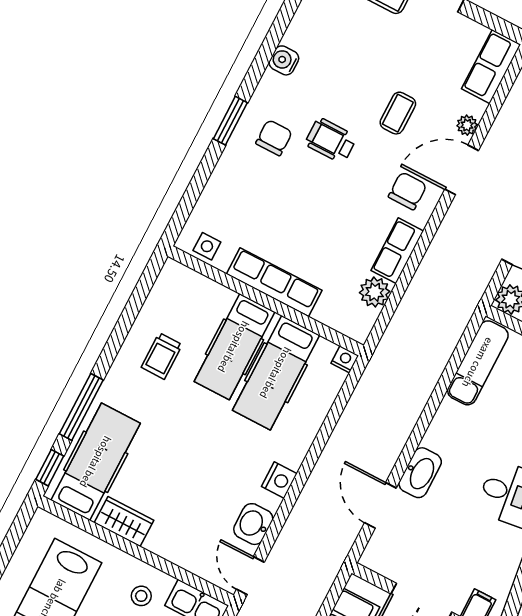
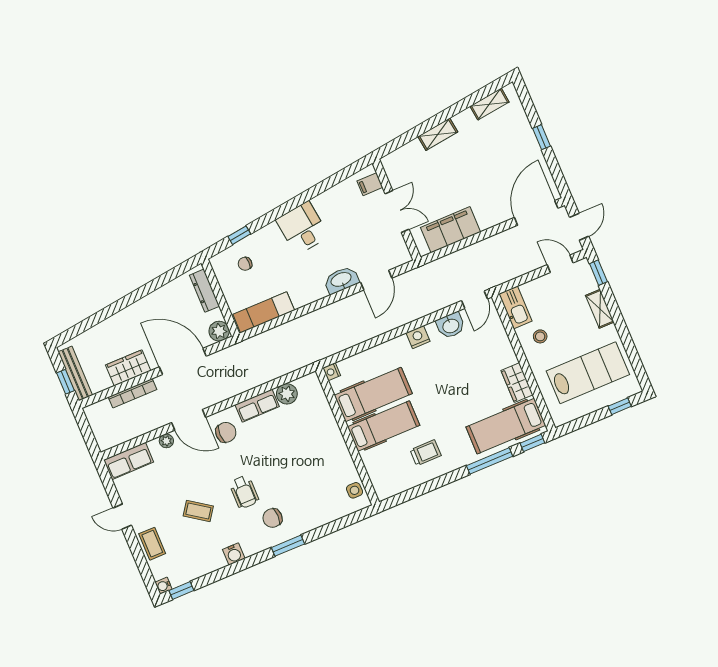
coffee table: (398, 113) -> (198, 511), moved, turned 35
chair: (408, 191) -> (226, 432), turned 180
row of seats: (274, 282) -> (335, 443), removed

